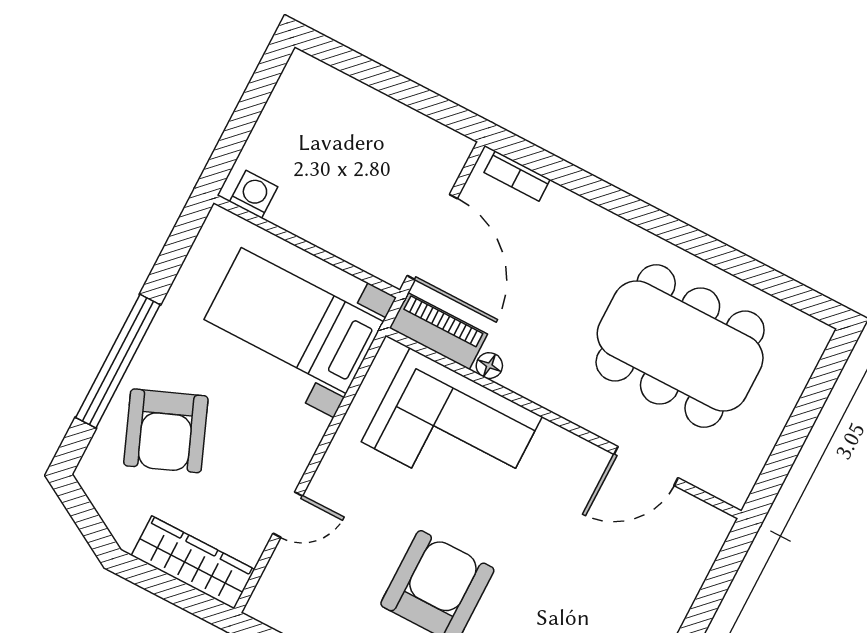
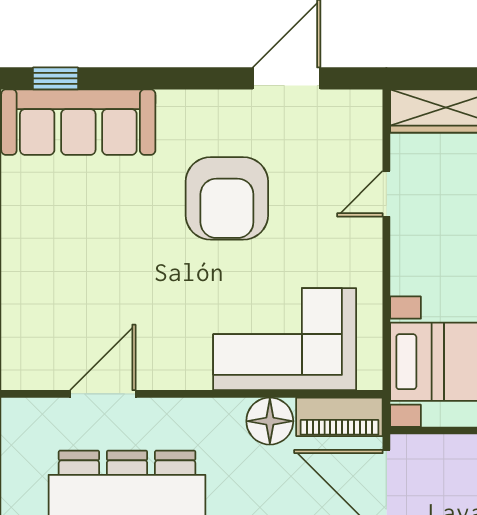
floor lamp: (489, 366) -> (270, 421), width x1.89, depth x1.89

